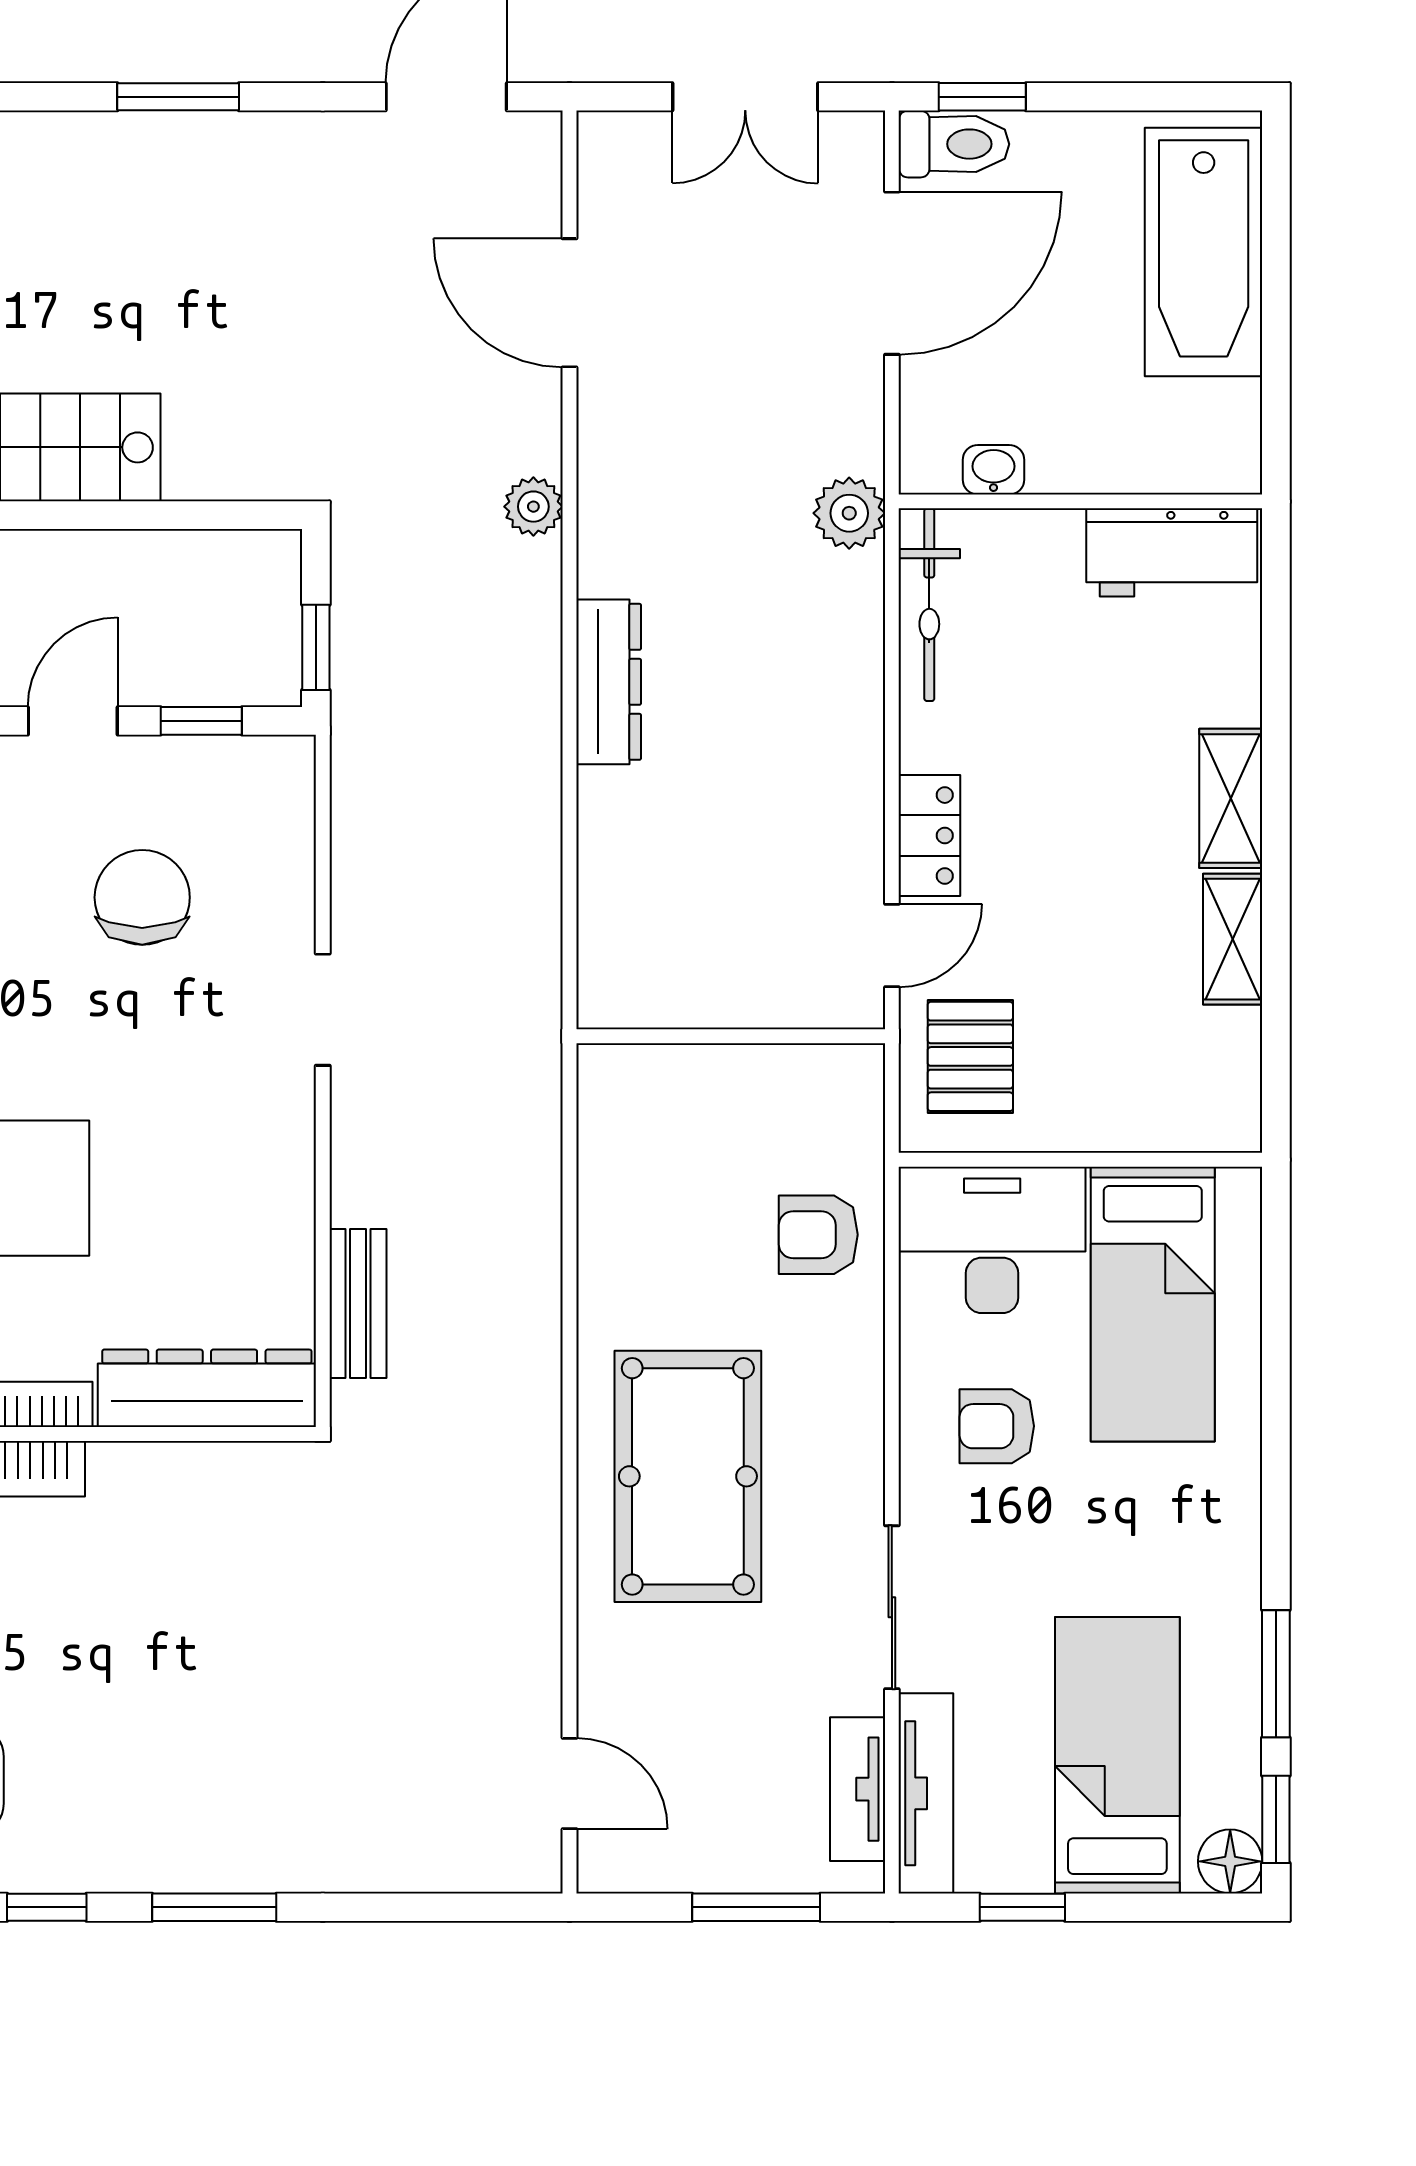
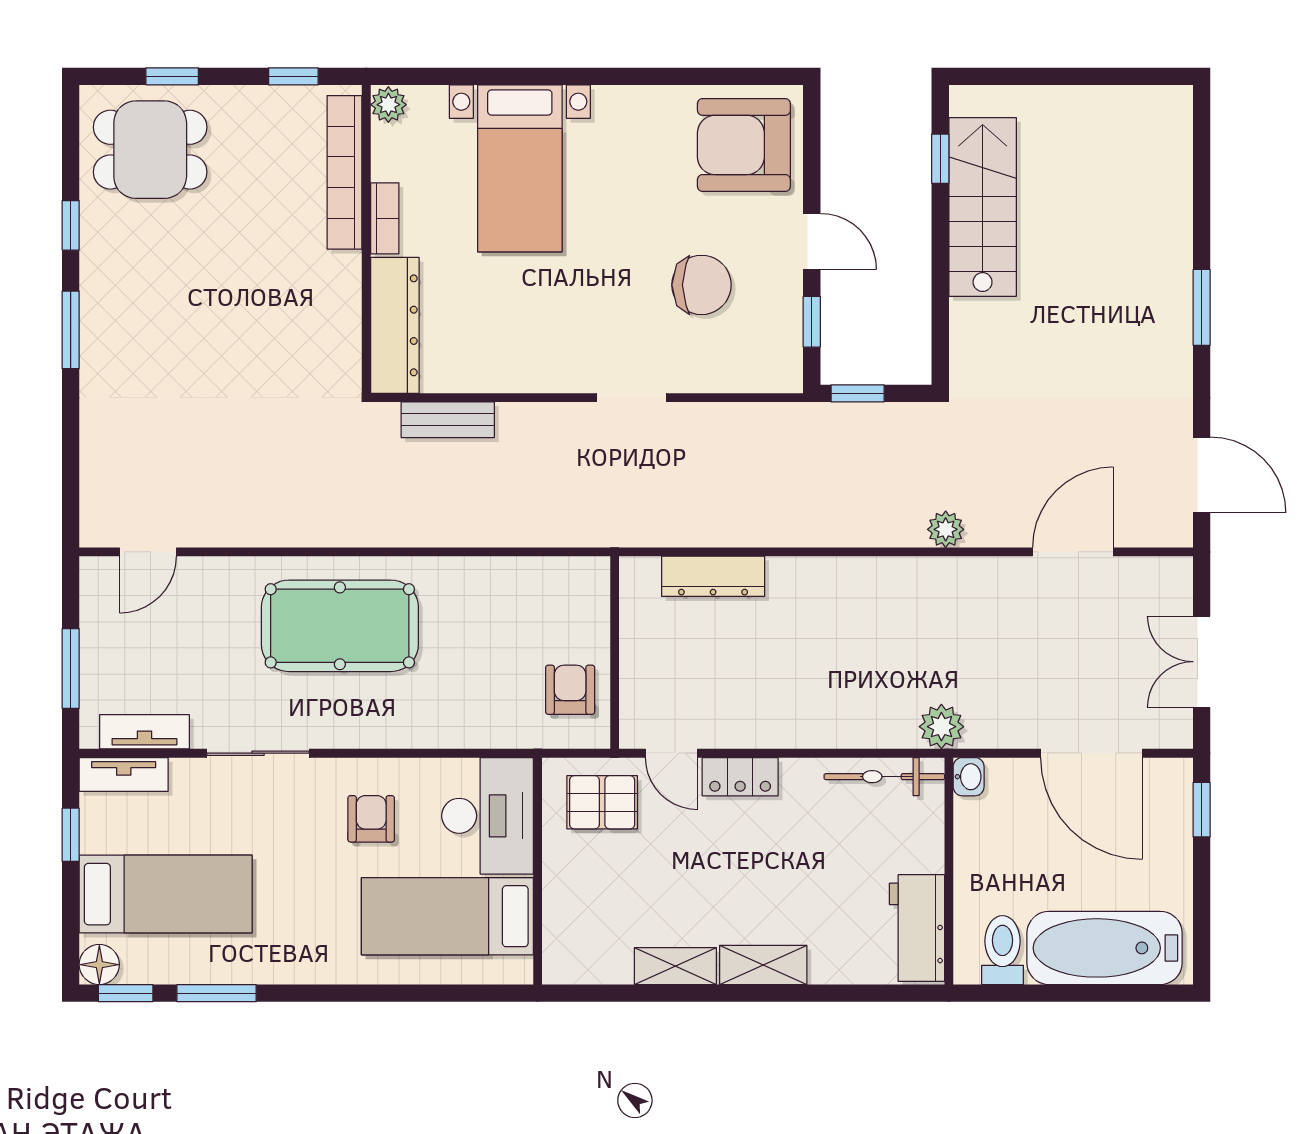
toilet: (954, 144) -> (1002, 950), moved, turned 180
washbasin: (994, 470) -> (969, 777), moved
dresser: (609, 682) -> (713, 576), moved
armchair: (818, 1235) -> (570, 690), moved
tv unit: (926, 1793) -> (124, 774), width x0.71

